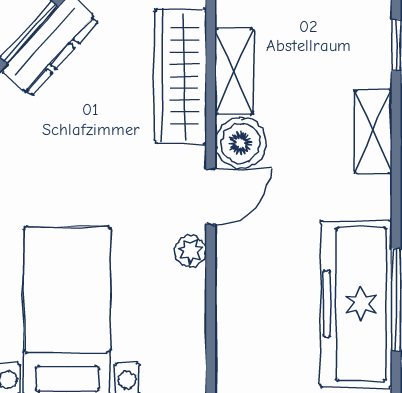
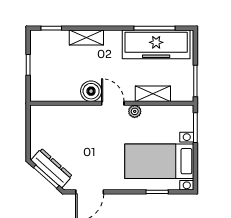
shelving: (234, 71) -> (153, 94), moved
wardrobe: (180, 76) -> (64, 115), removed

